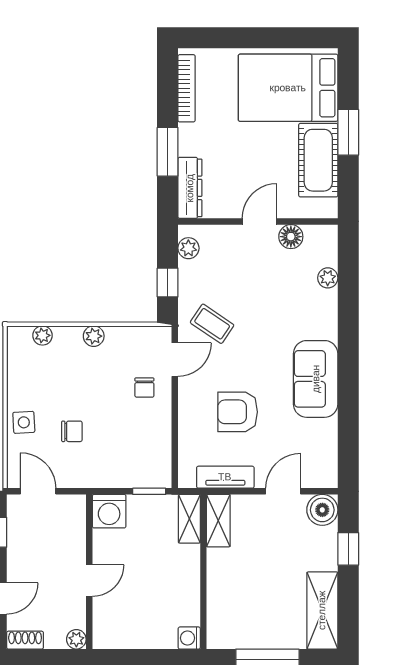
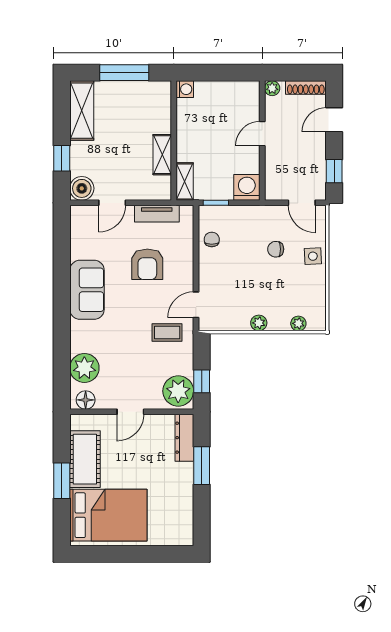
bookcase: (187, 88) -> (187, 515), removed
floor lamp: (291, 237) -> (86, 400), moved
plant: (188, 248) -> (178, 391), width x1.88, depth x1.88
plant: (328, 278) -> (84, 368), width x1.87, depth x1.87
window: (168, 283) -> (202, 381), moved
coffee table: (212, 324) -> (167, 332), turned -34
chair: (144, 388) -> (212, 239), moved
armchair: (238, 412) -> (147, 264), turned 90
shelving: (218, 521) -> (162, 155), moved
shoe rack: (25, 640) -> (306, 88), width x1.43

